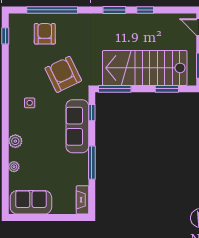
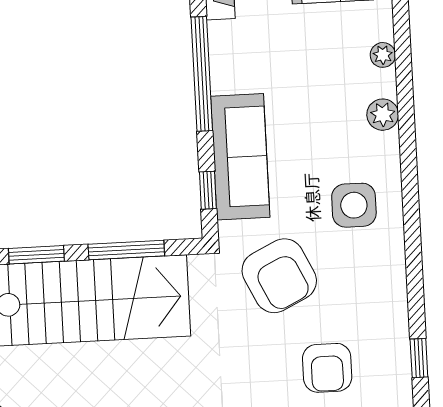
window: (115, 89) -> (126, 250), moved
side table: (30, 103) -> (354, 205), width x1.87, depth x1.87
window: (92, 163) -> (202, 74), width x1.46

